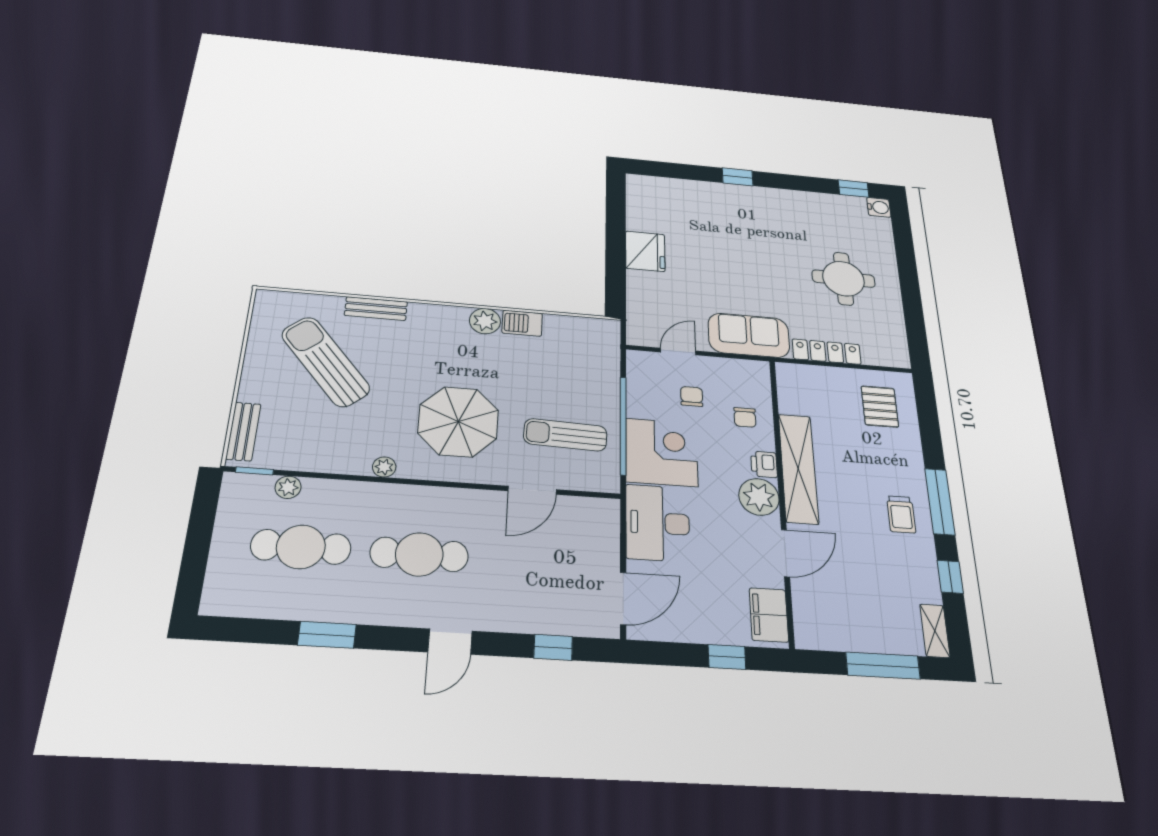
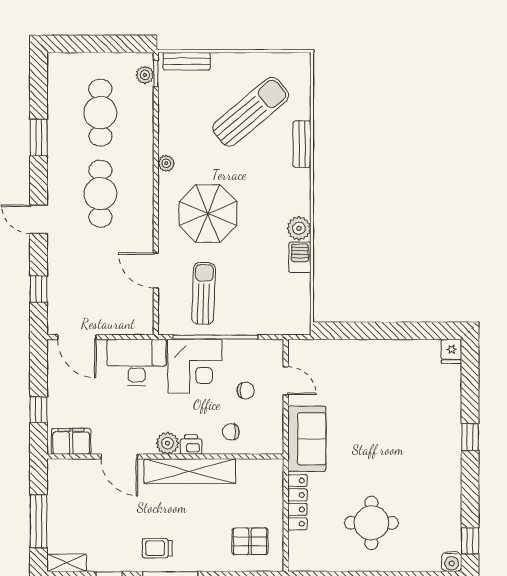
fridge: (645, 251) -> (451, 351), moved, width x0.53, depth x0.75
plant: (288, 487) -> (145, 75), moved
plant: (759, 497) -> (167, 443), width x0.73, depth x0.73

